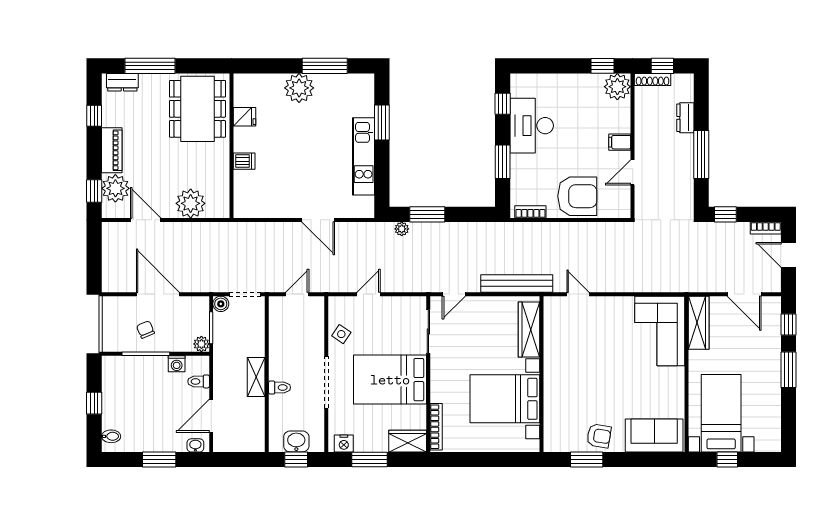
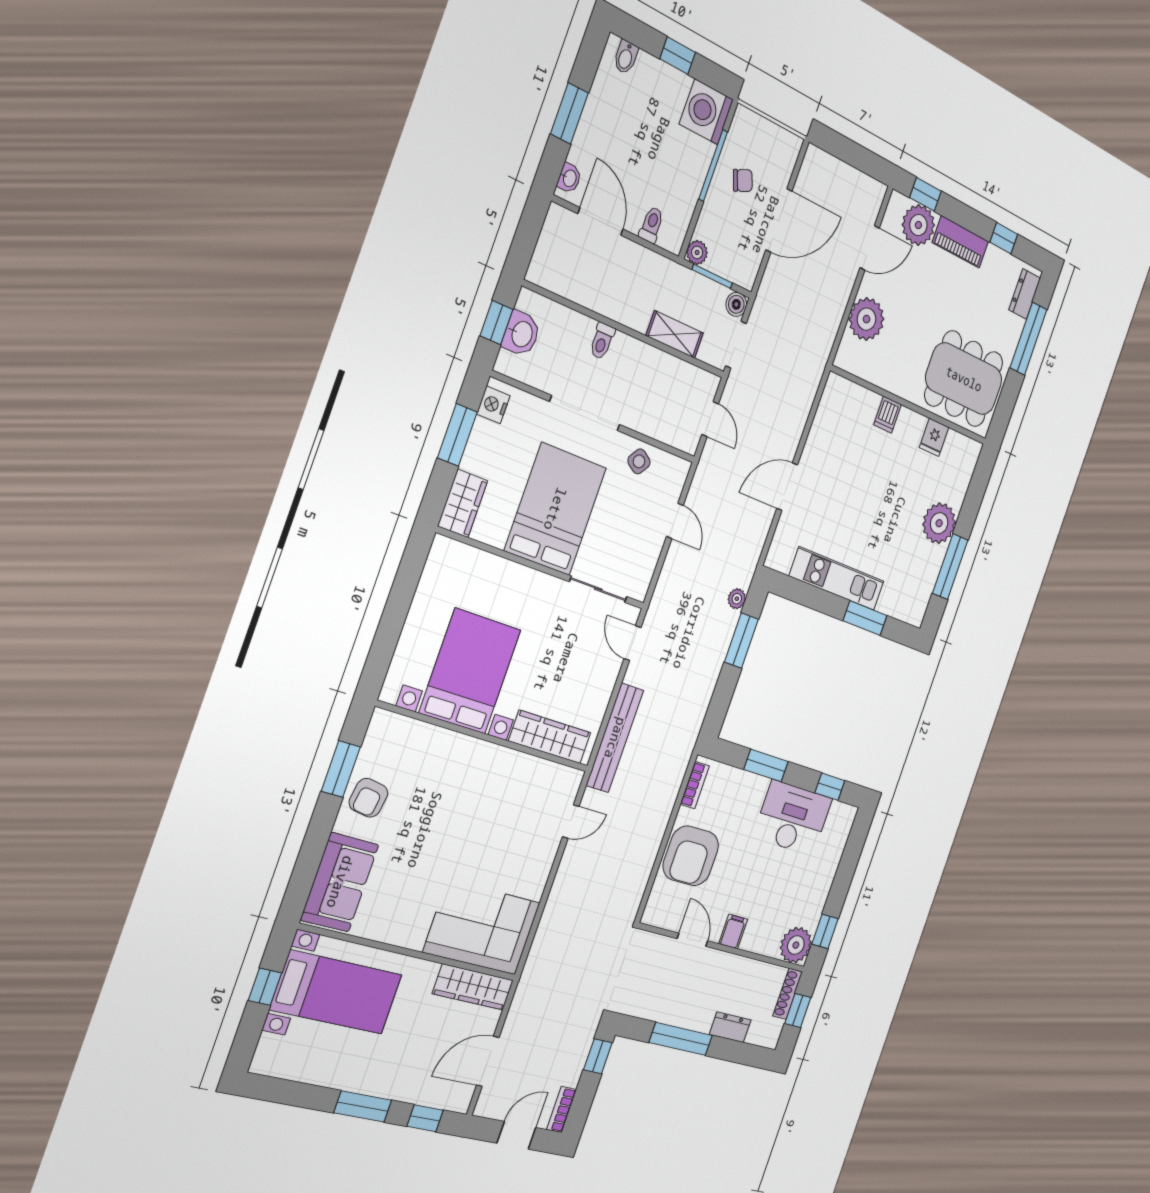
washing machine: (177, 364) -> (706, 112), moved, width x1.89, depth x1.89
shelving: (256, 377) -> (675, 334), moved
bookcase: (436, 427) -> (468, 554), removed

